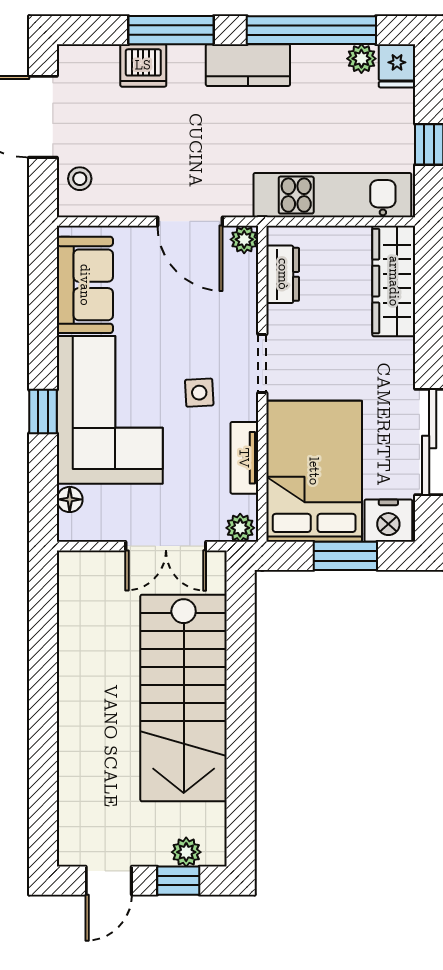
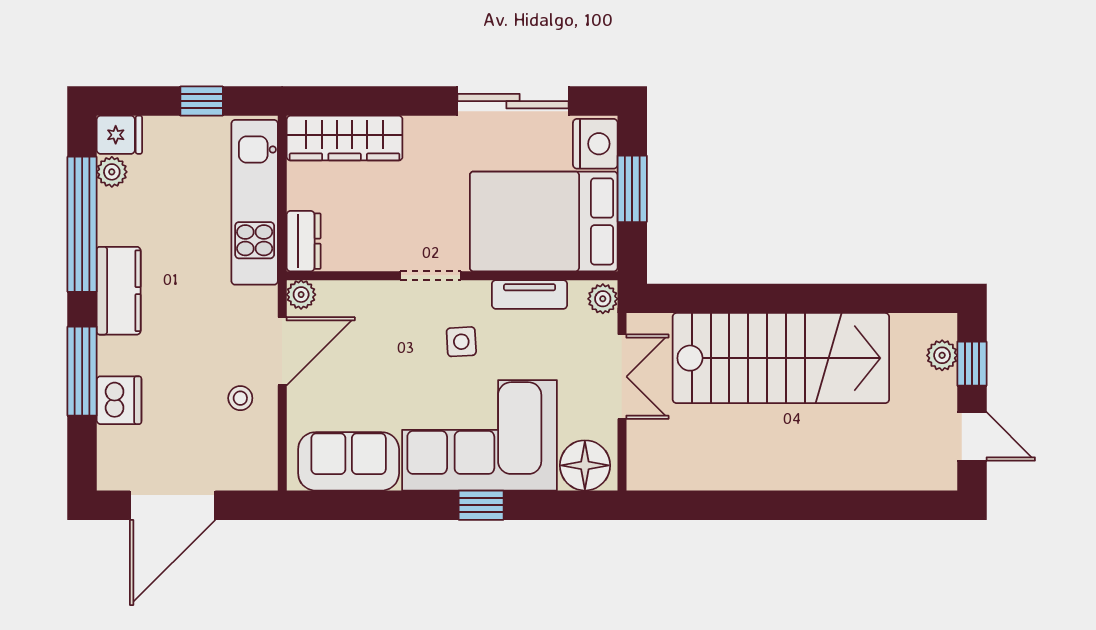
stool: (80, 179) -> (240, 398), moved
dresser: (283, 274) -> (304, 241), moved, turned 90
floor lamp: (70, 499) -> (585, 465), width x1.89, depth x1.89

